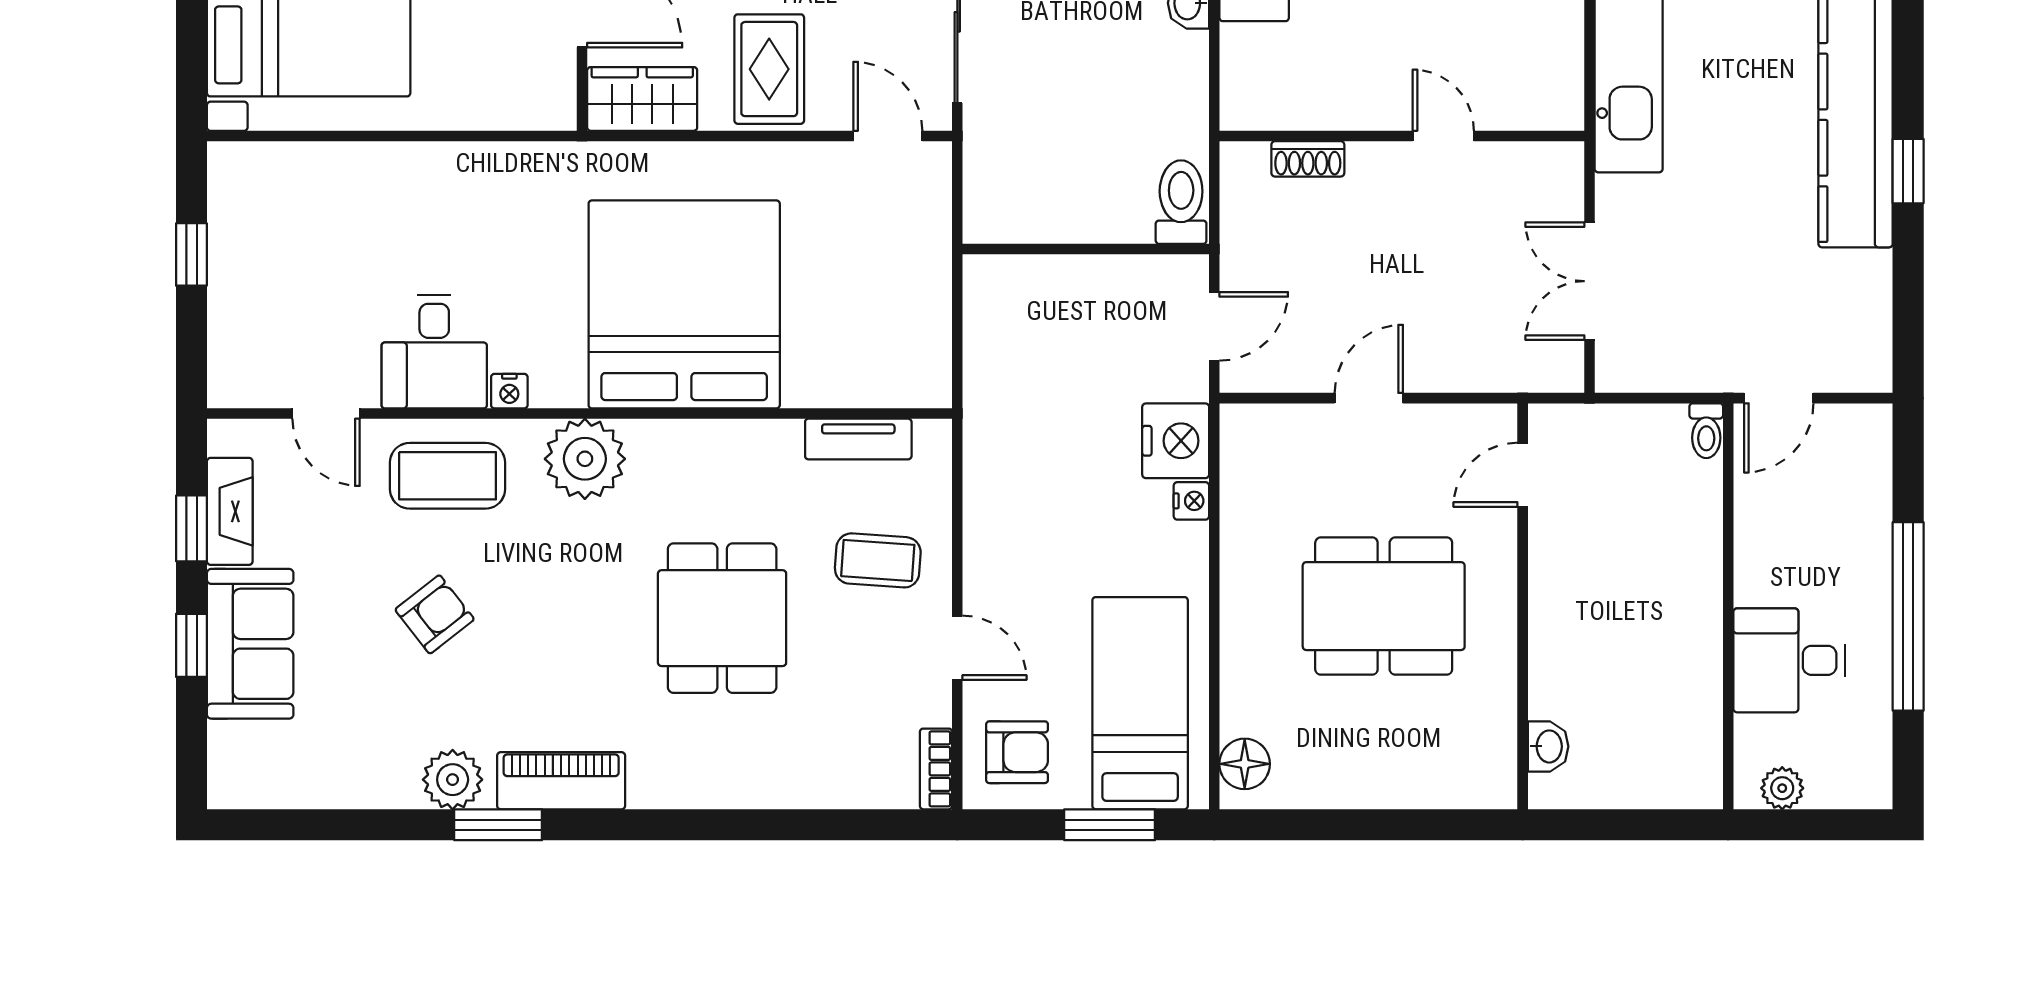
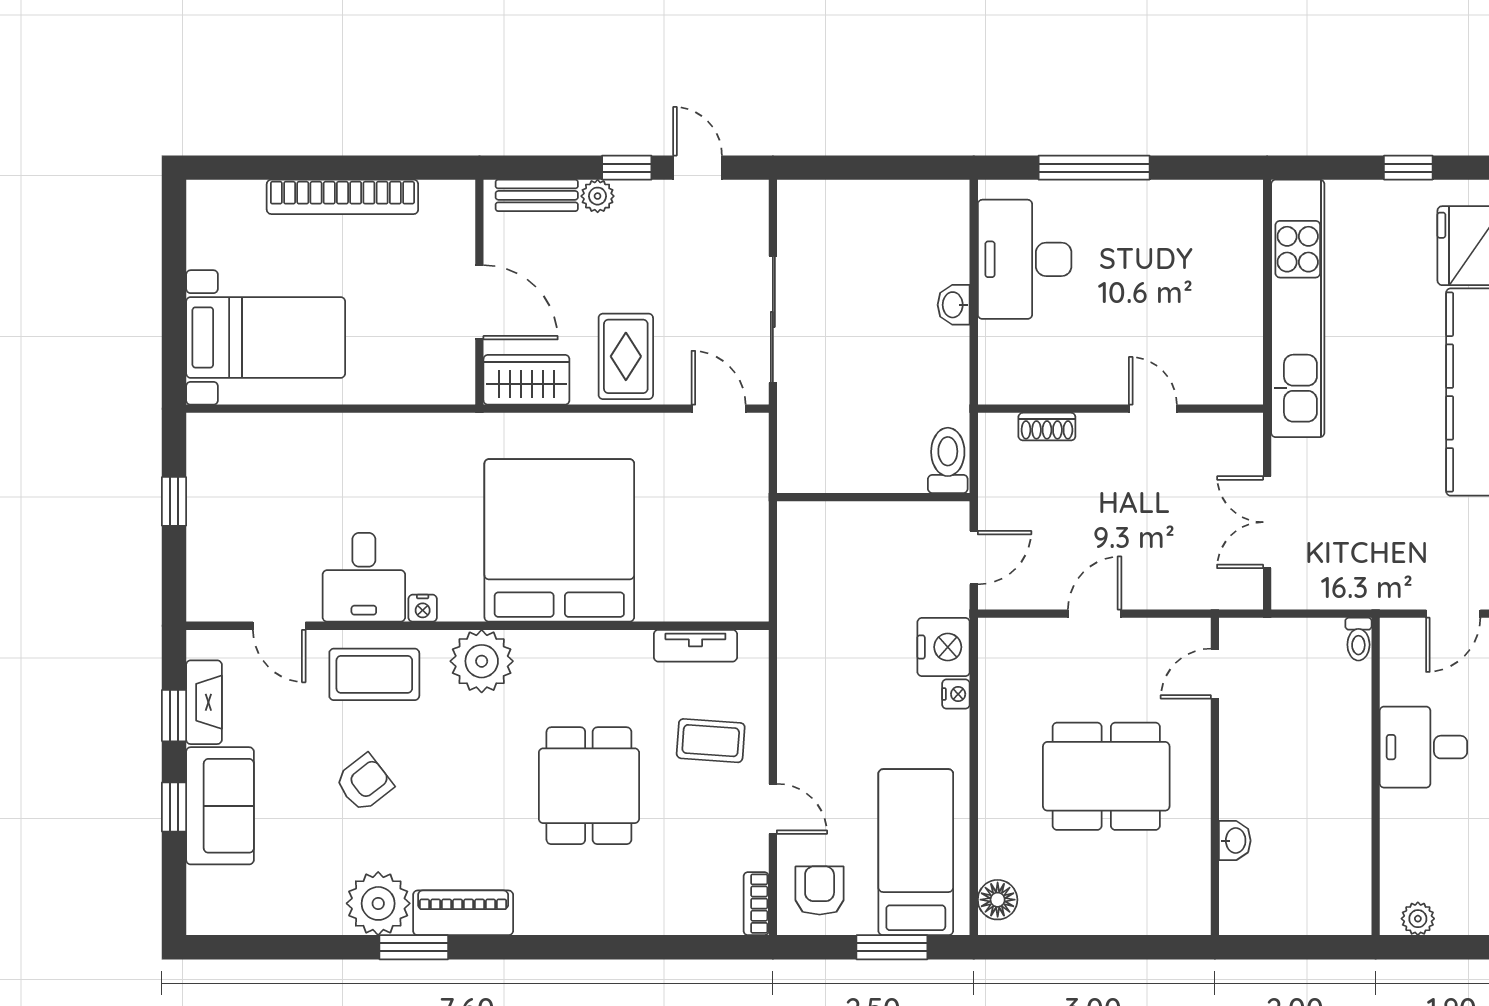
door: (1779, 398) -> (1453, 614), moved
desk: (1789, 660) -> (1423, 747), moved
washbasin: (1548, 746) -> (1235, 841), moved
armchair: (1017, 752) -> (820, 891), turned -90
plant: (453, 780) -> (378, 903), width x1.36, depth x1.36

